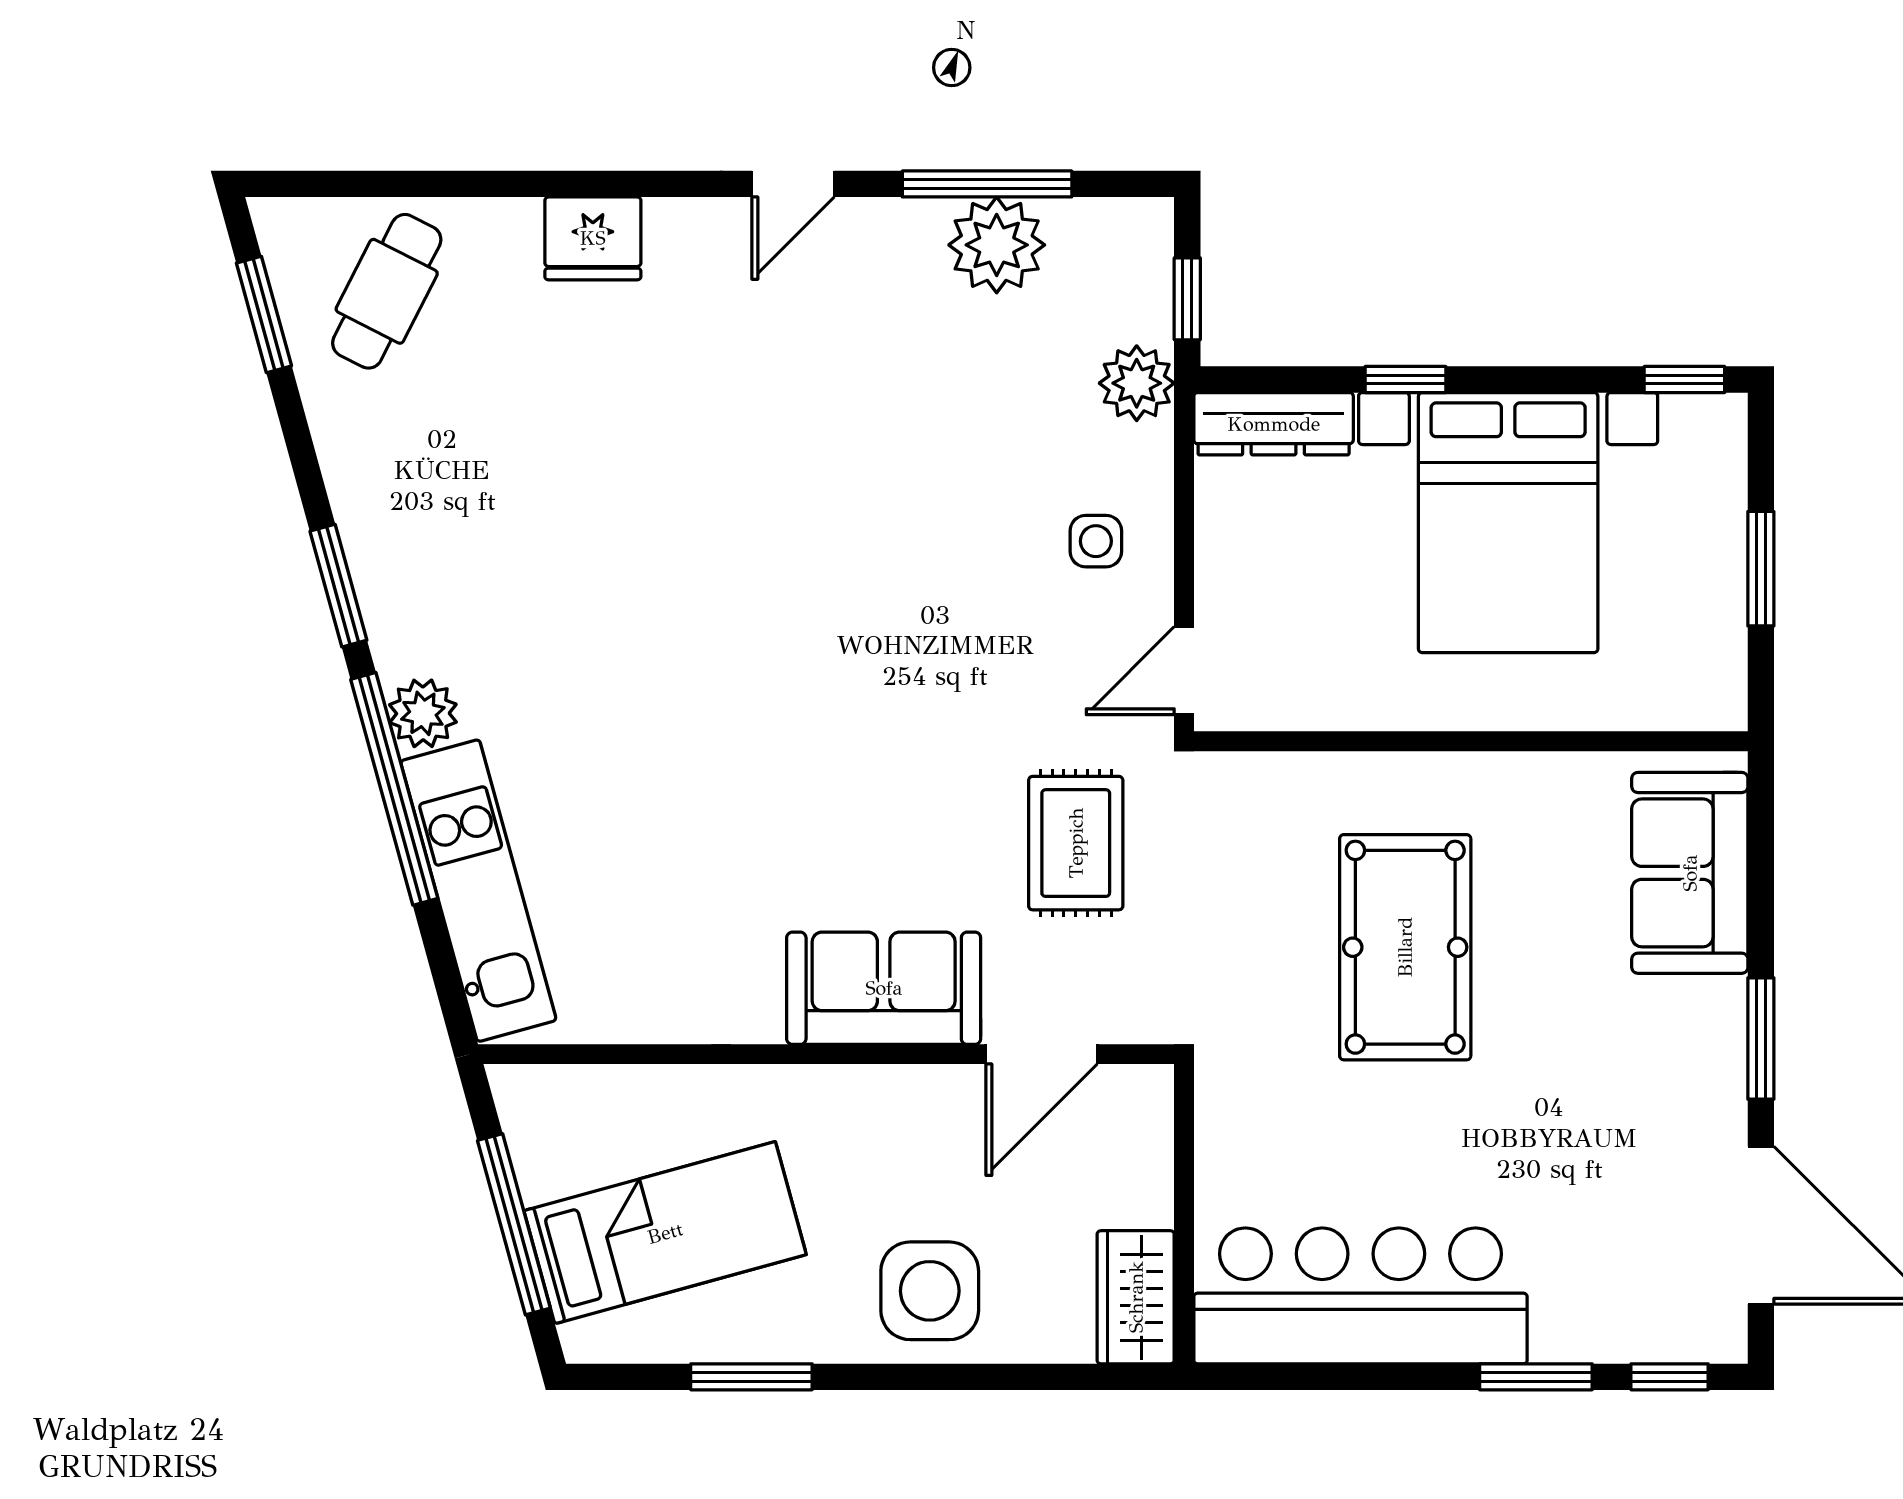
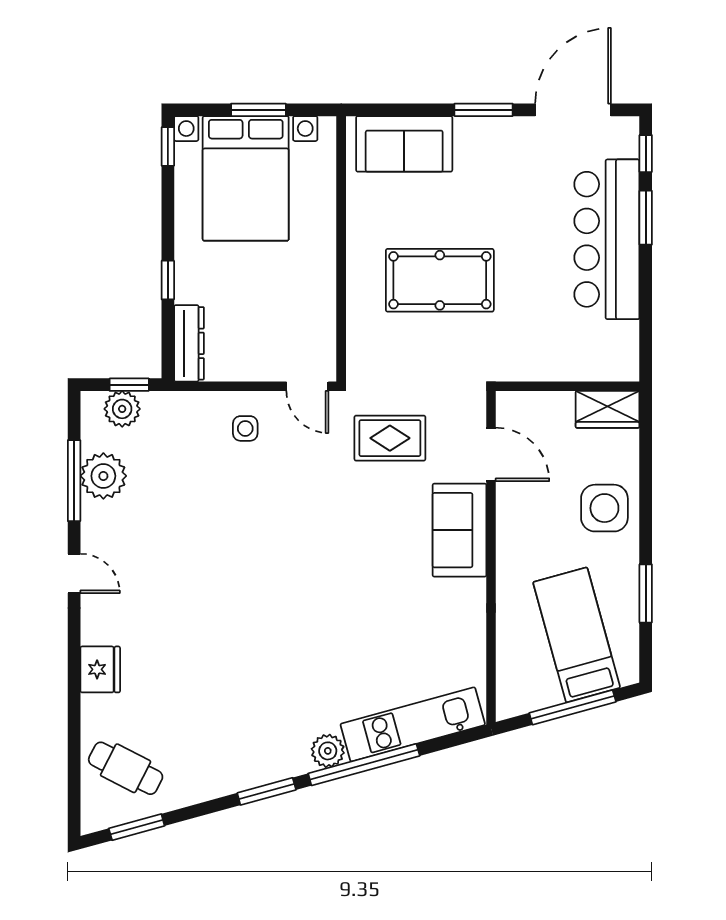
plant: (1137, 383) -> (122, 409), moved
bed with nightstands: (1508, 523) -> (246, 178), moved, turned 90
bar counter: (1361, 1296) -> (607, 239), moved

